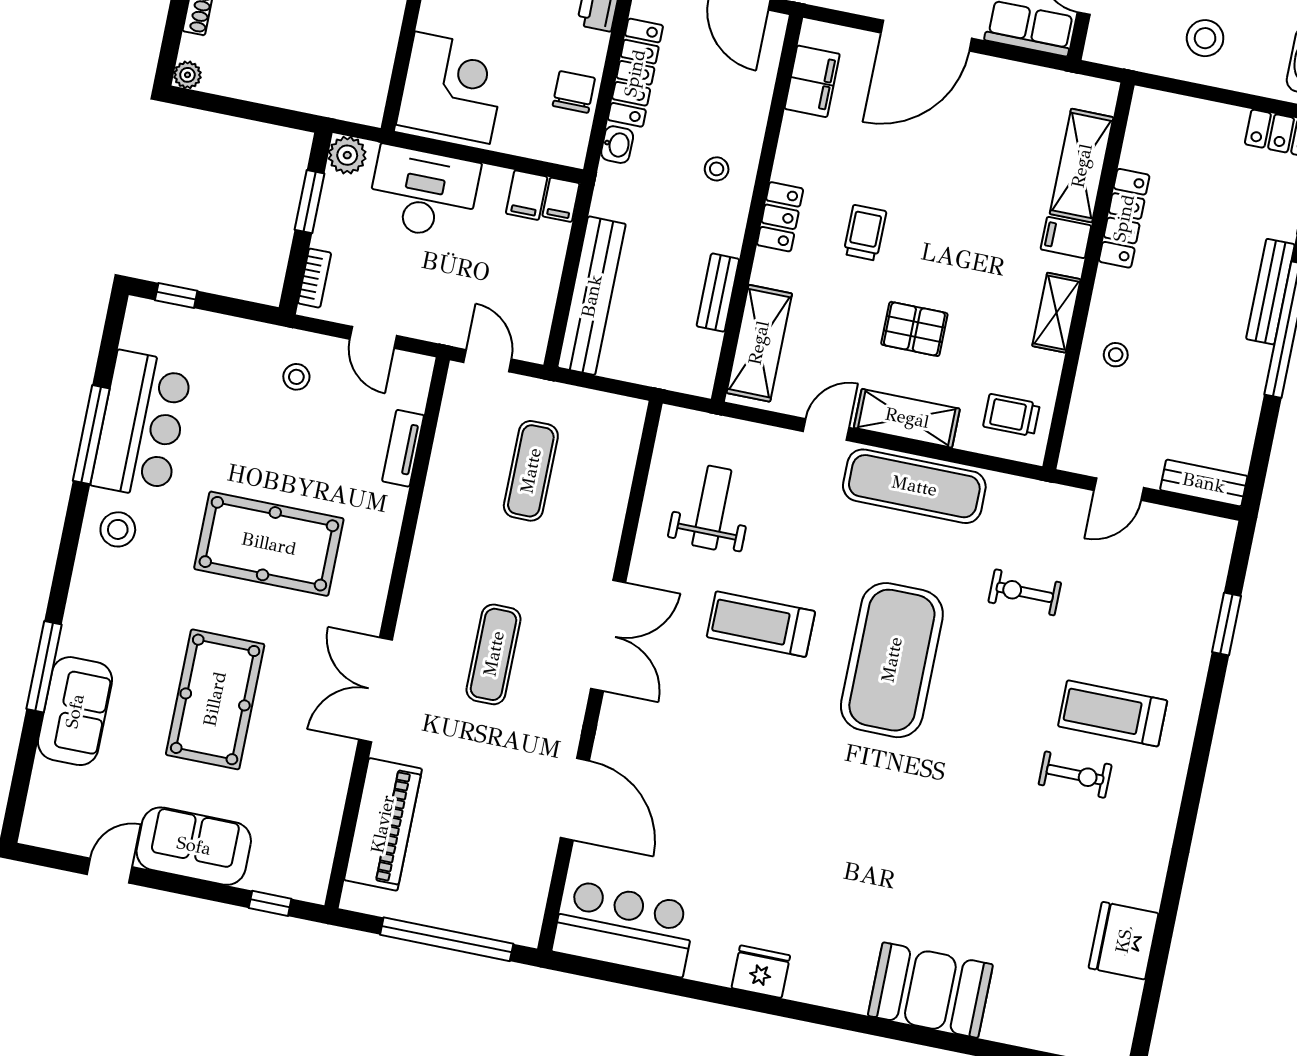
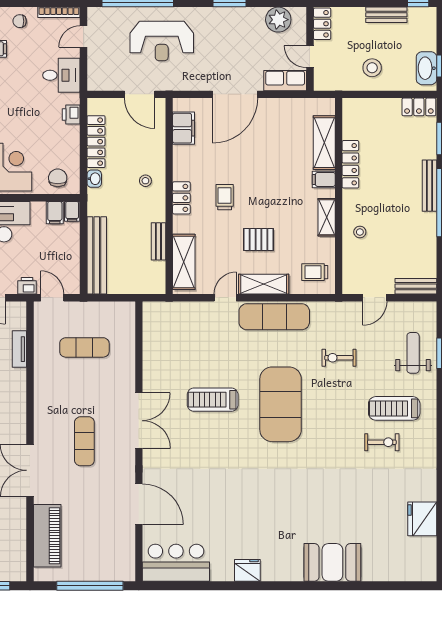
chair: (574, 92) -> (58, 178), moved
printer: (443, 327) -> (27, 286), added
exercise mat: (531, 471) -> (84, 347), turned 90
weight bench: (712, 508) -> (413, 353), moved

